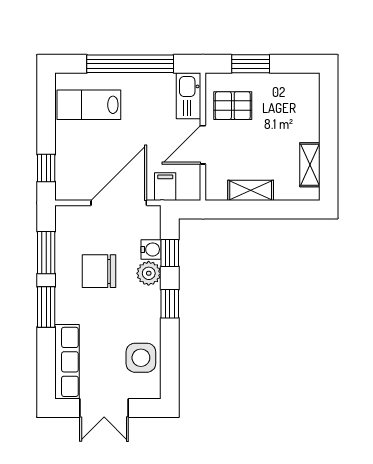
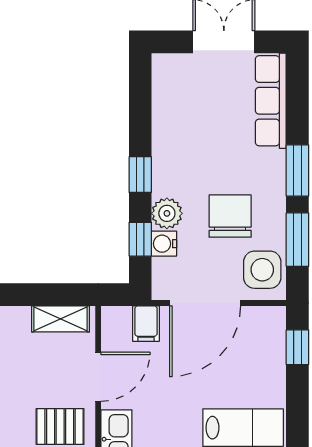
shelving: (251, 190) -> (61, 319), moved
chair: (99, 271) -> (230, 216), turned -90
side table: (141, 358) -> (262, 270), moved

